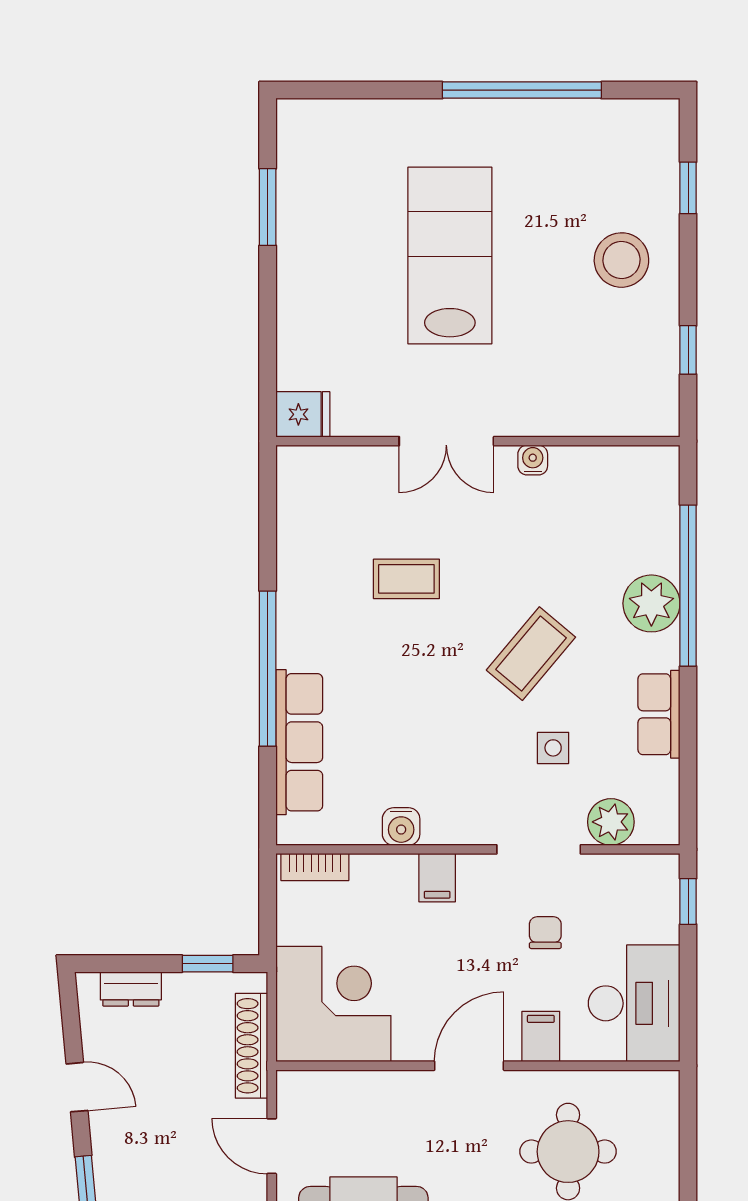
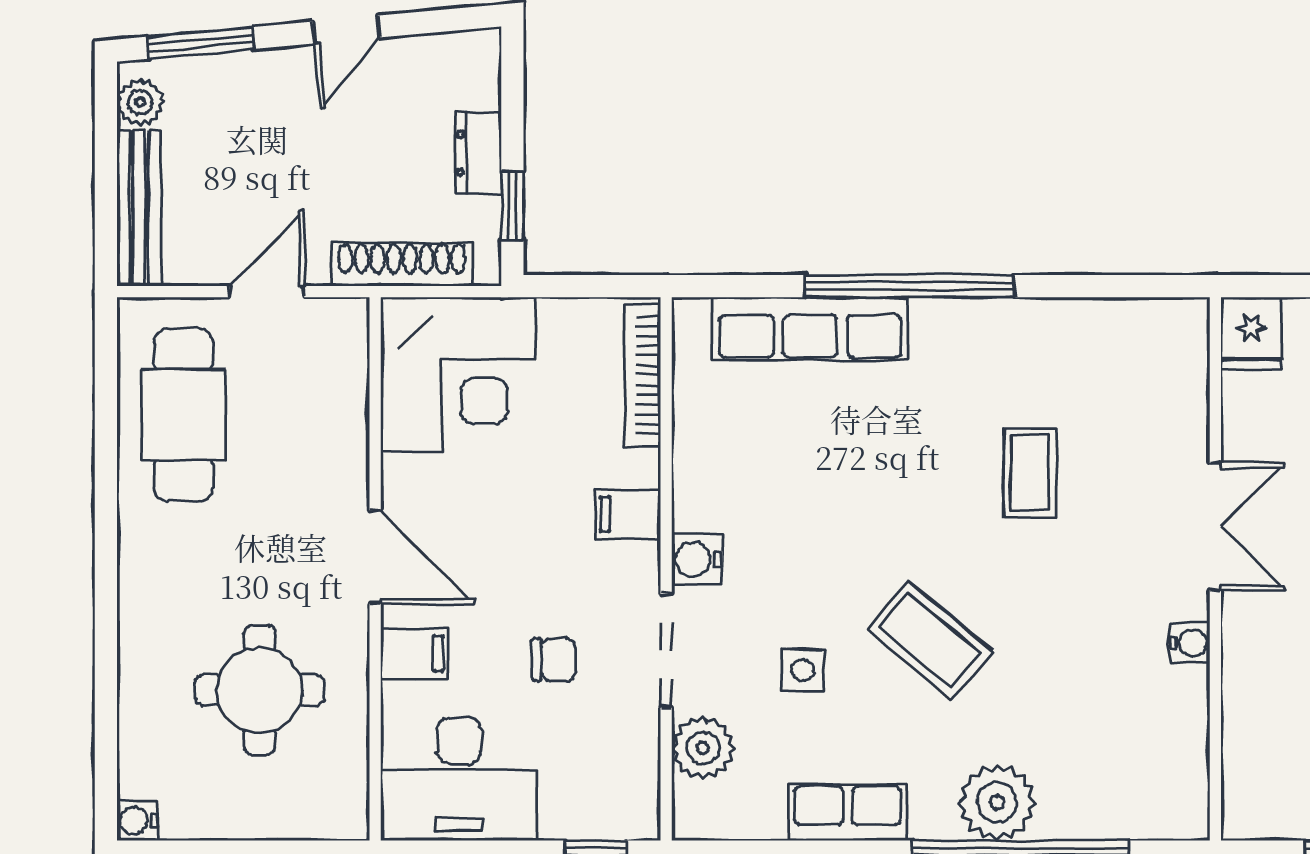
double door: (446, 441) -> (1215, 527), swing flipped
water cooler: (401, 827) -> (697, 559), moved
bookcase: (315, 867) -> (642, 375), width x1.56
dresser: (131, 989) -> (478, 153), moved

